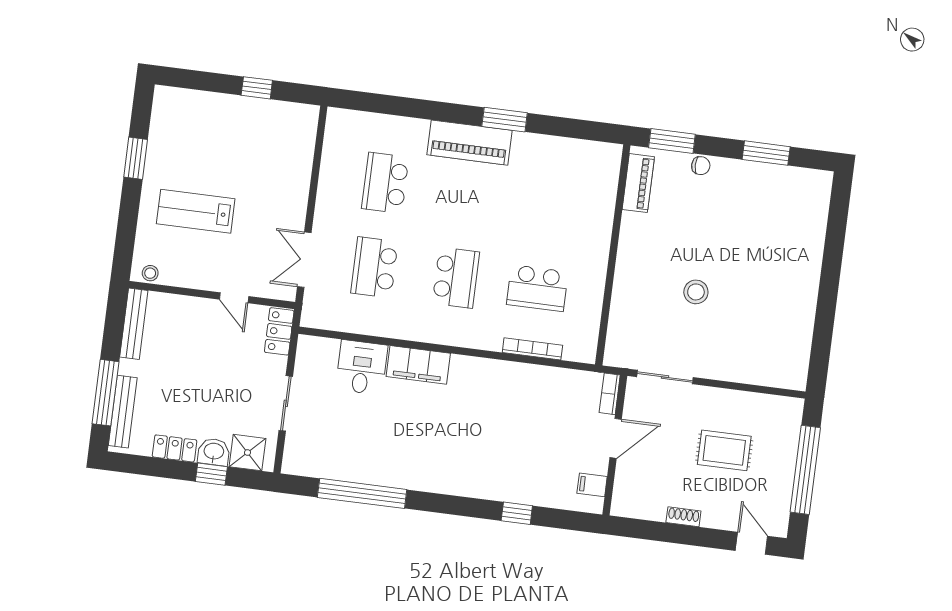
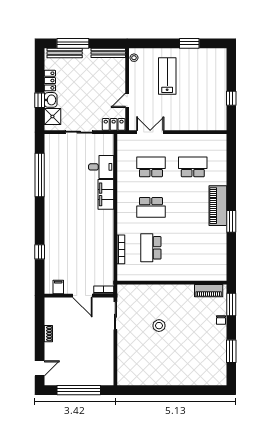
rug: (724, 450) -> (83, 349), removed

